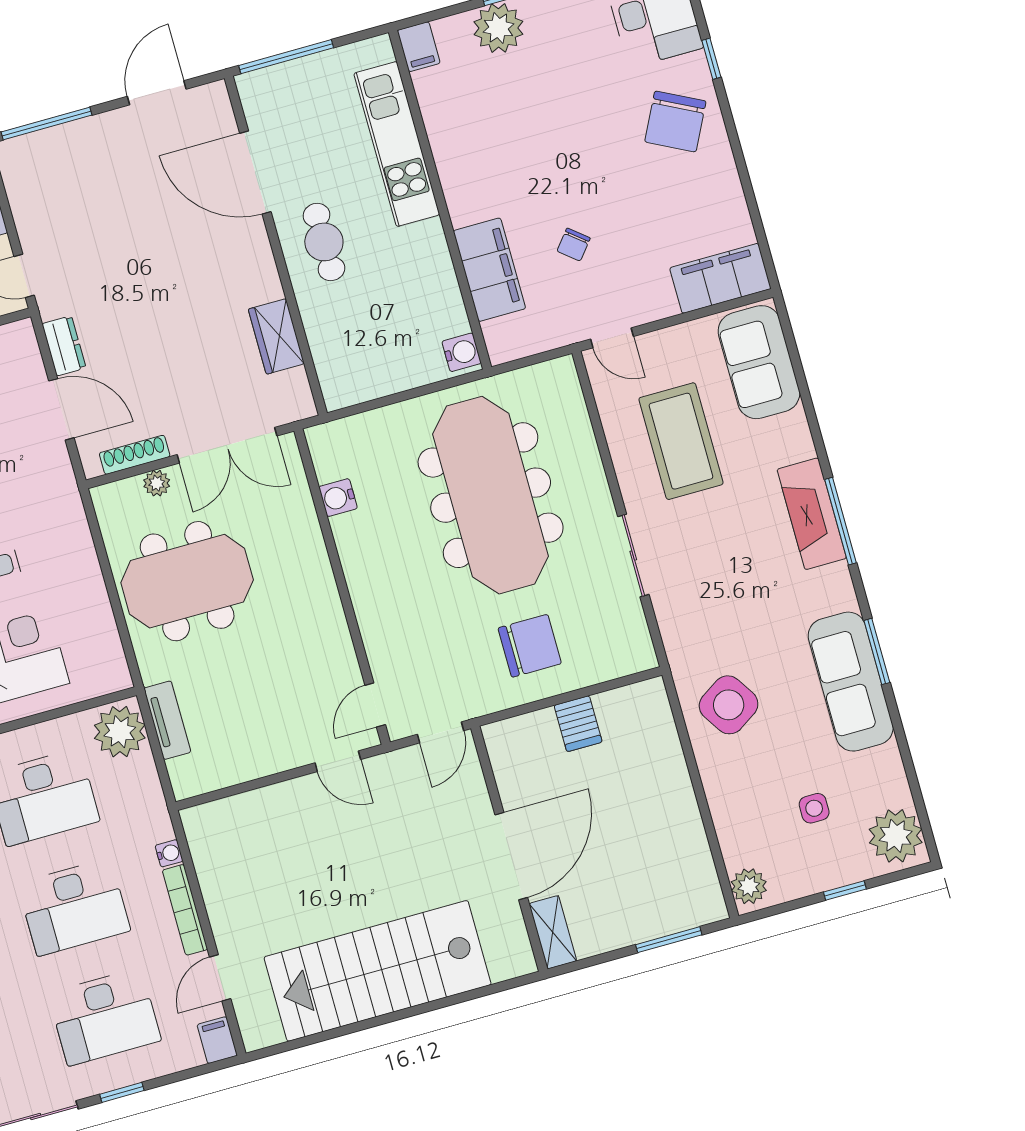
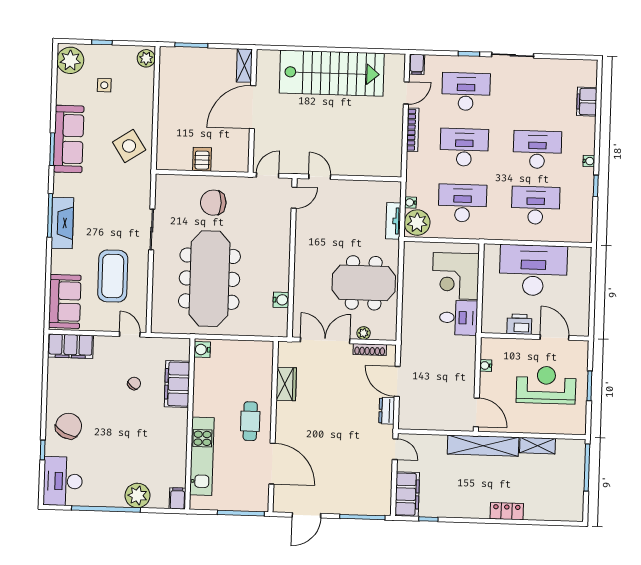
water cooler: (169, 853) -> (411, 202), moved

